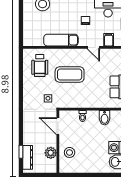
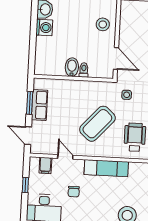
coffee table: (70, 75) -> (97, 124), turned -48
bidet: (105, 118) -> (72, 67), moved
plant: (51, 153) -> (127, 25), removed

